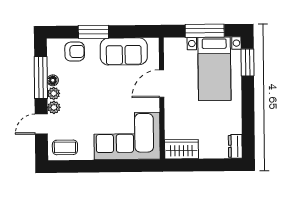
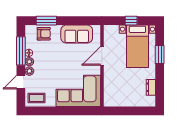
window: (205, 31) -> (131, 21), width x0.46
window: (93, 32) -> (46, 21), moved
window: (248, 62) -> (160, 54), moved
dresser: (235, 146) -> (151, 87), moved
wardrobe: (181, 149) -> (115, 100), removed

